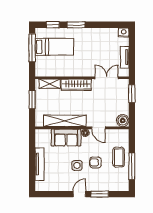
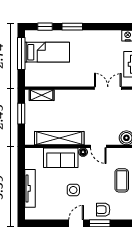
wardrobe: (76, 85) -> (72, 96), removed
armchair: (95, 162) -> (103, 210), moved

